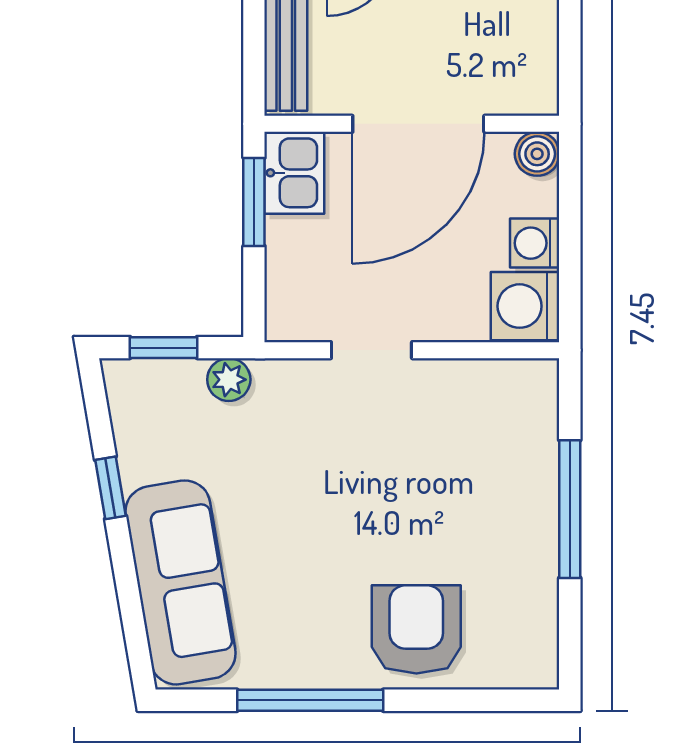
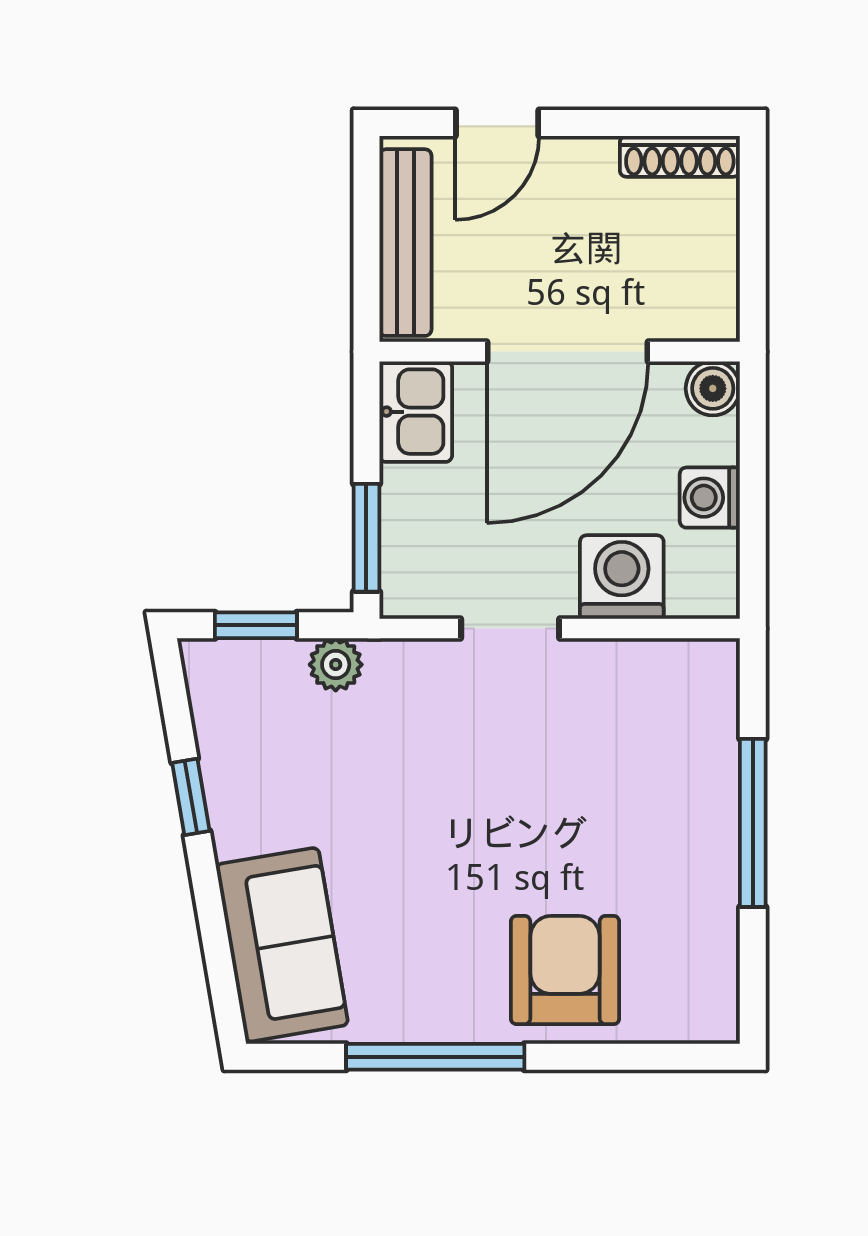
window: (254, 202) -> (366, 538), moved
washing machine: (525, 306) -> (622, 577), moved, turned 90
sofa: (180, 582) -> (282, 945), width x0.73

